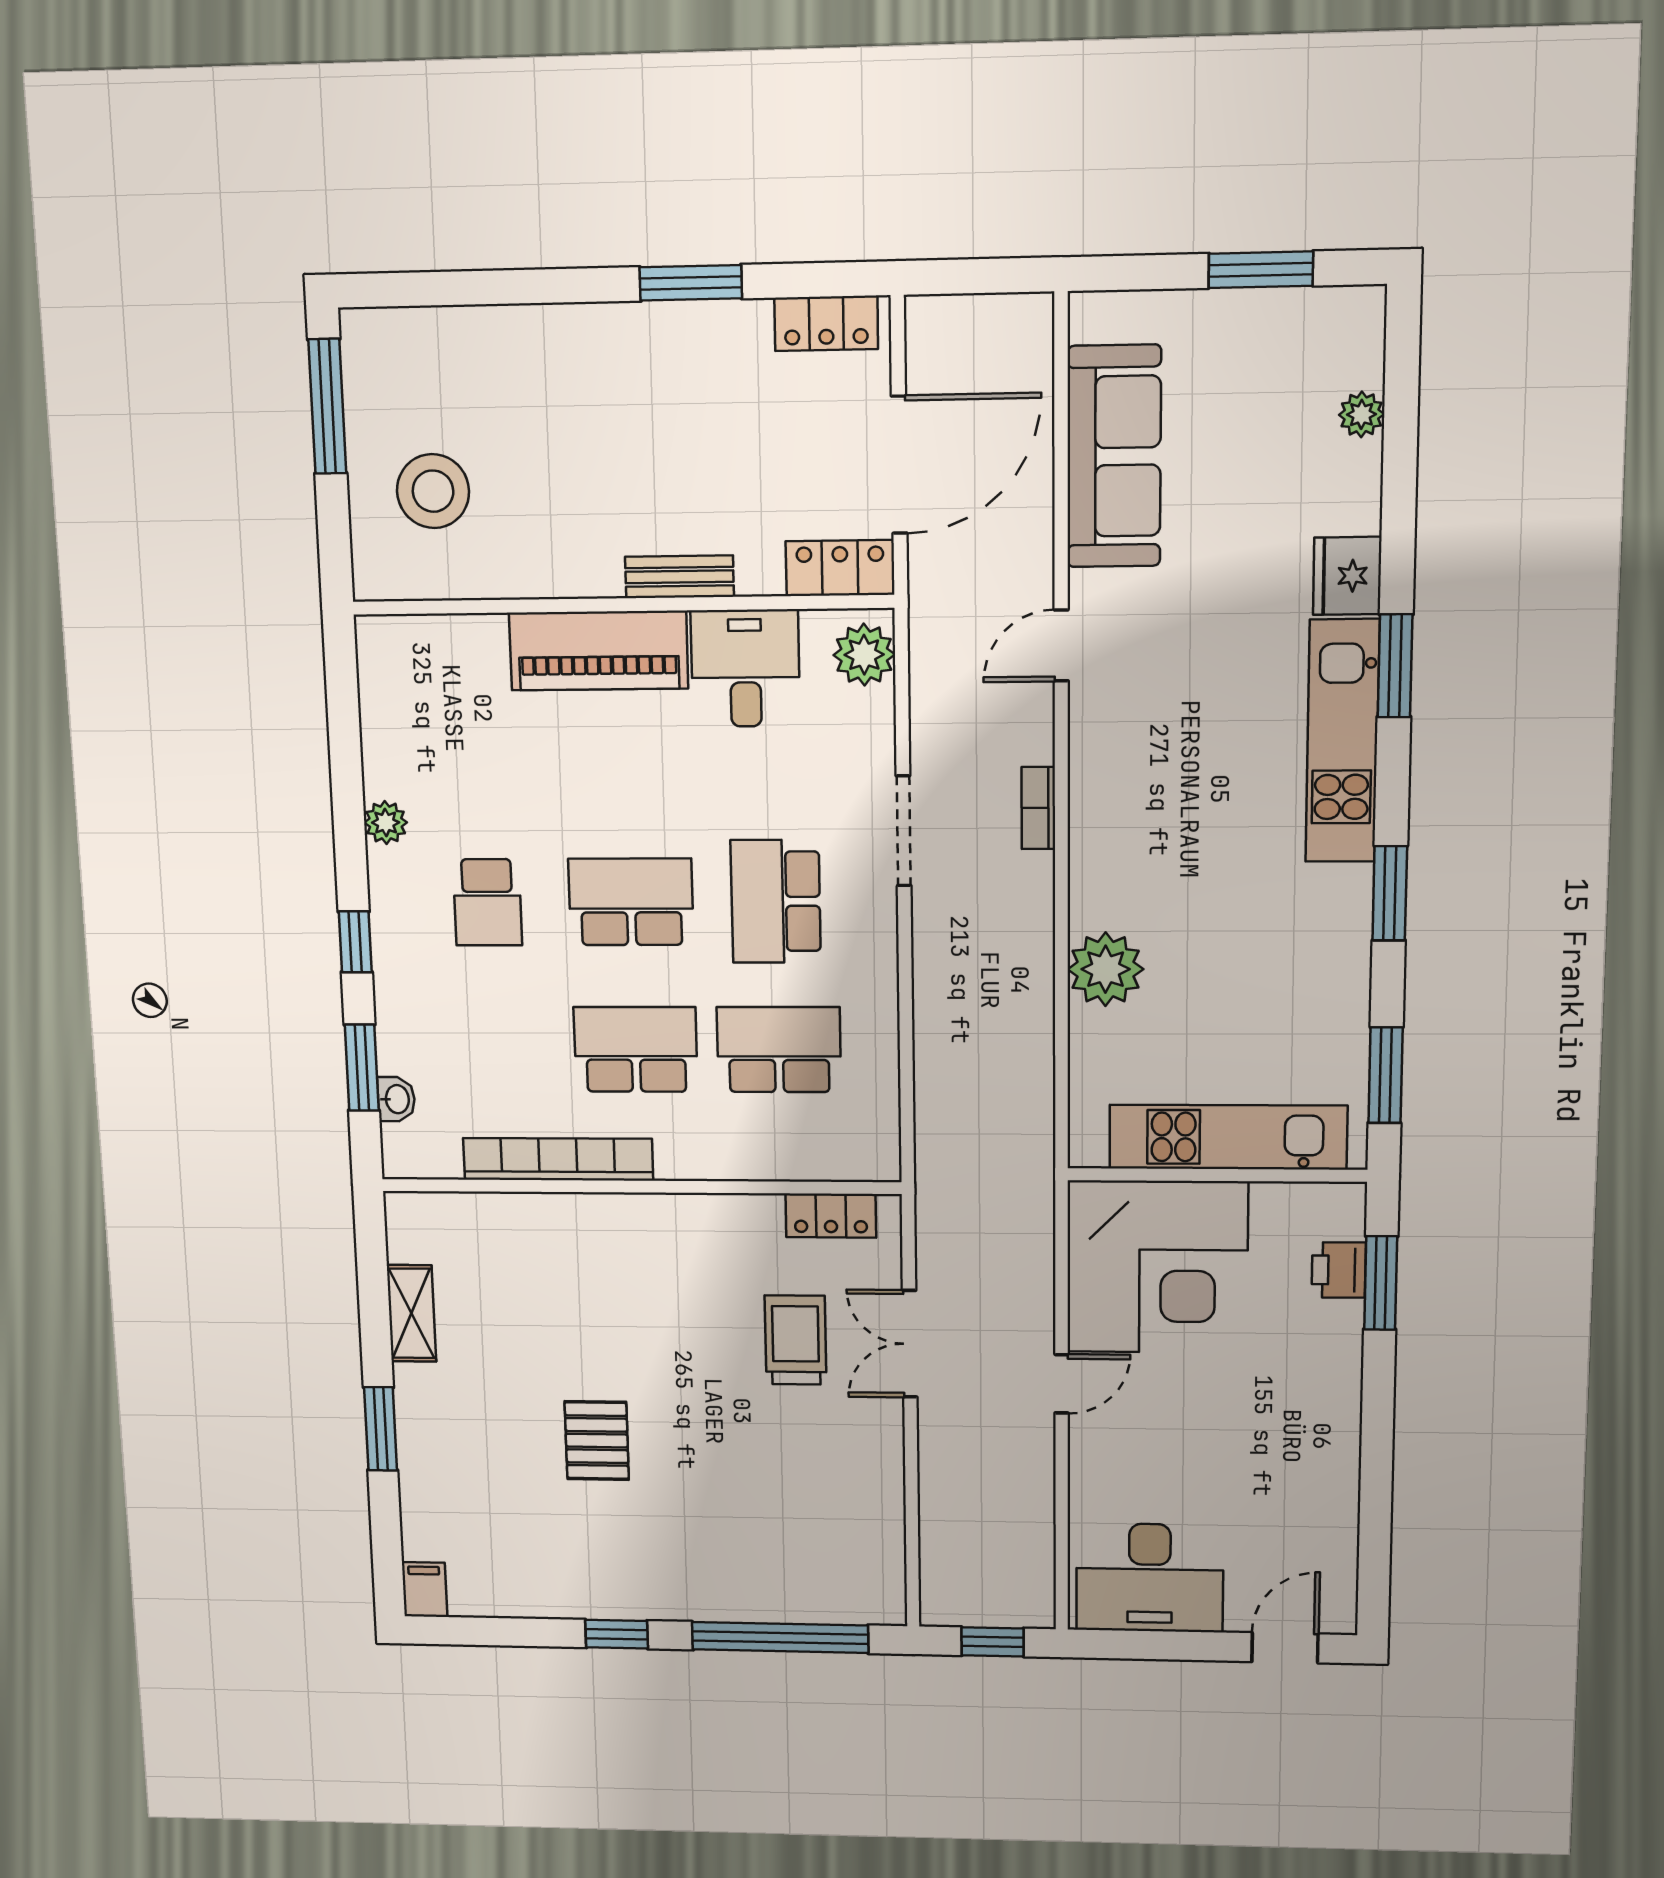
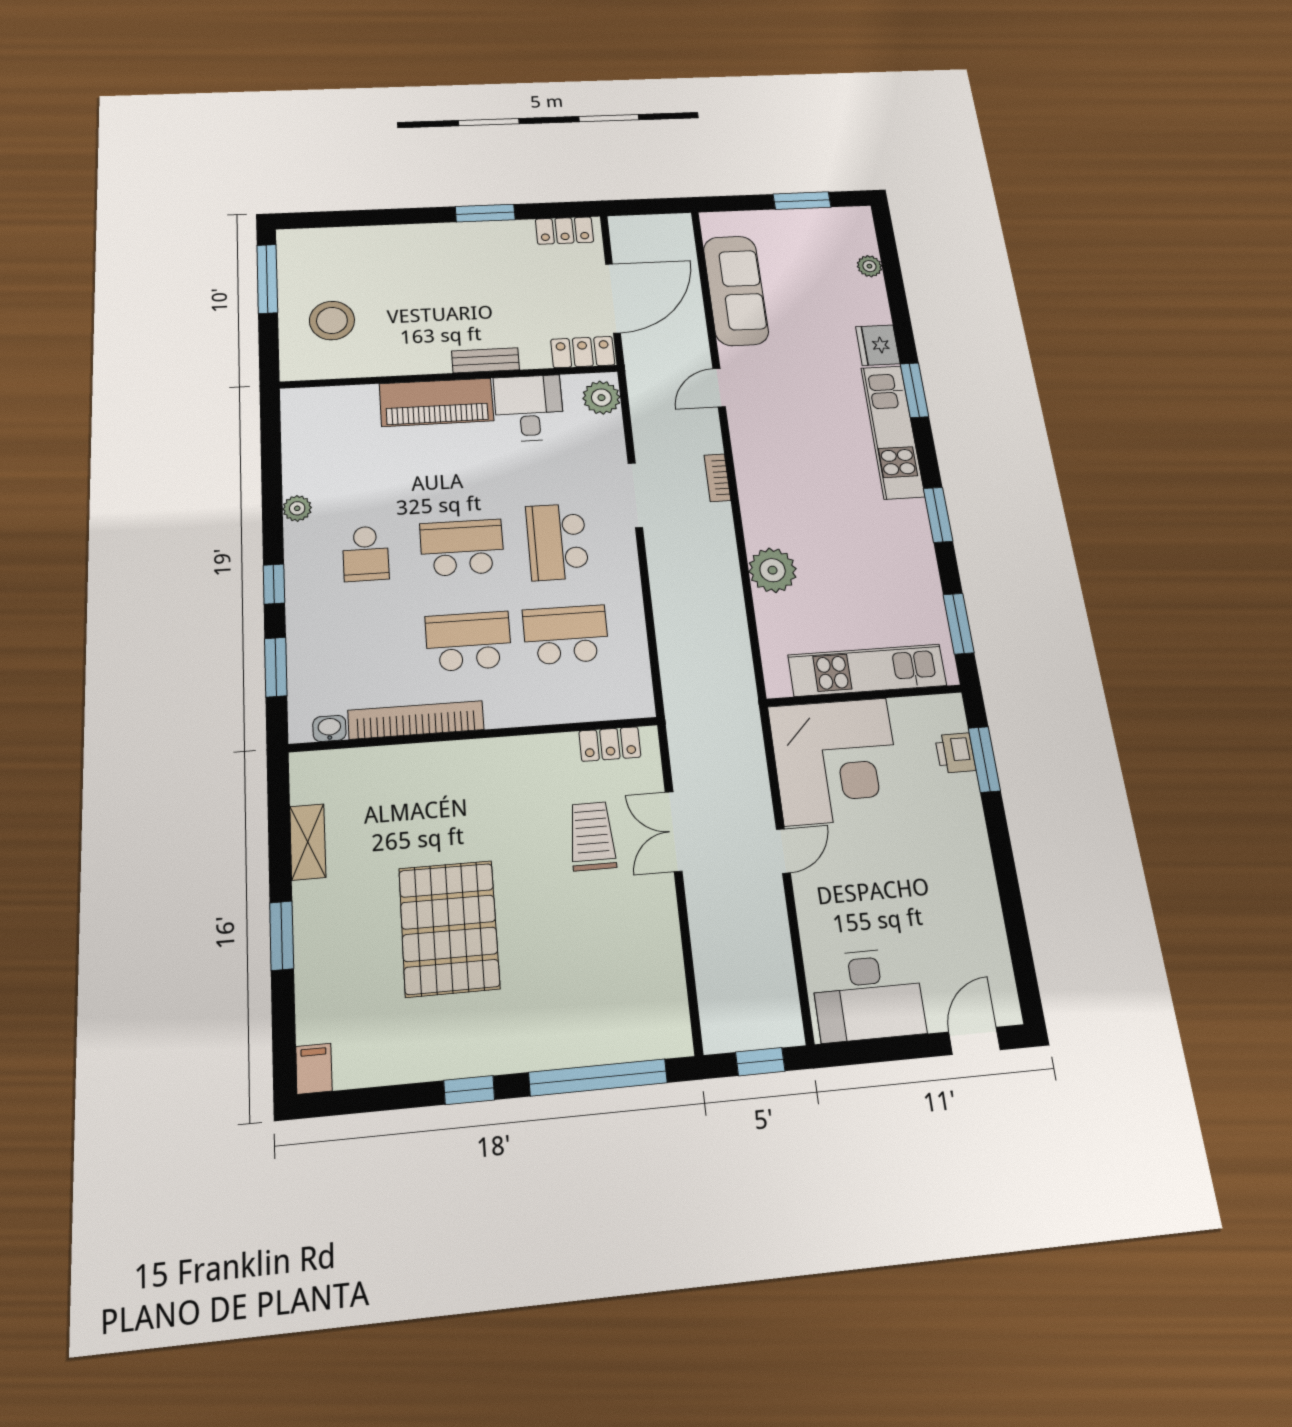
washbasin: (396, 1099) -> (329, 728), moved, turned -90
pallet: (597, 1441) -> (449, 928), width x2.05, depth x2.00

